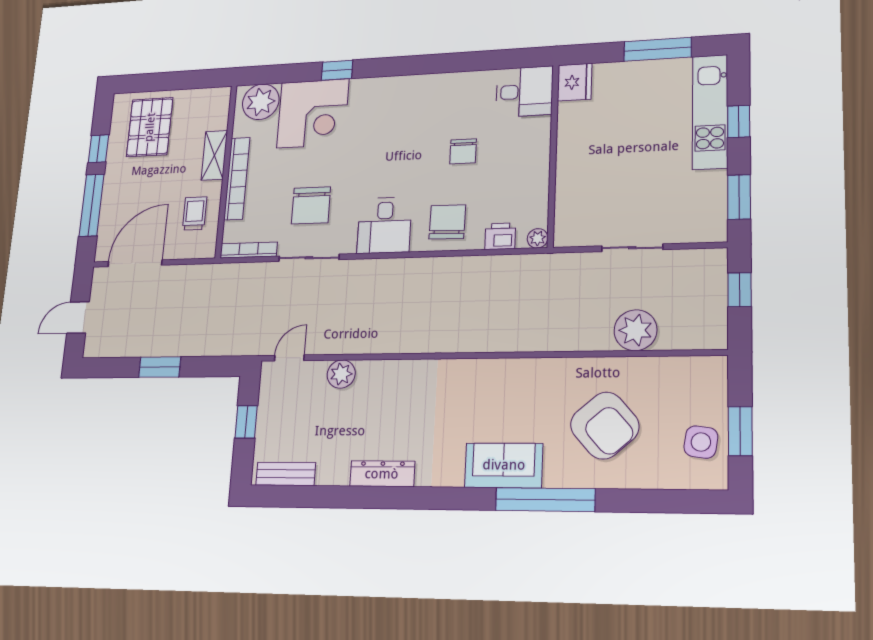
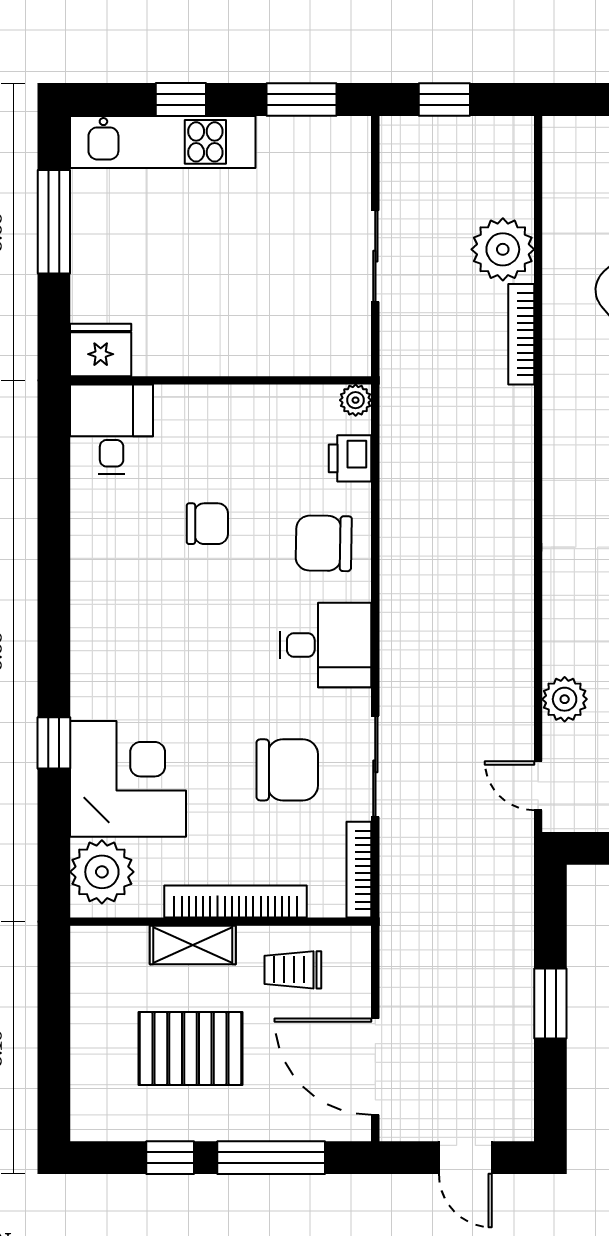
pallet: (150, 127) -> (190, 1048), moved
bookcase: (578, 343) -> (521, 334), added

